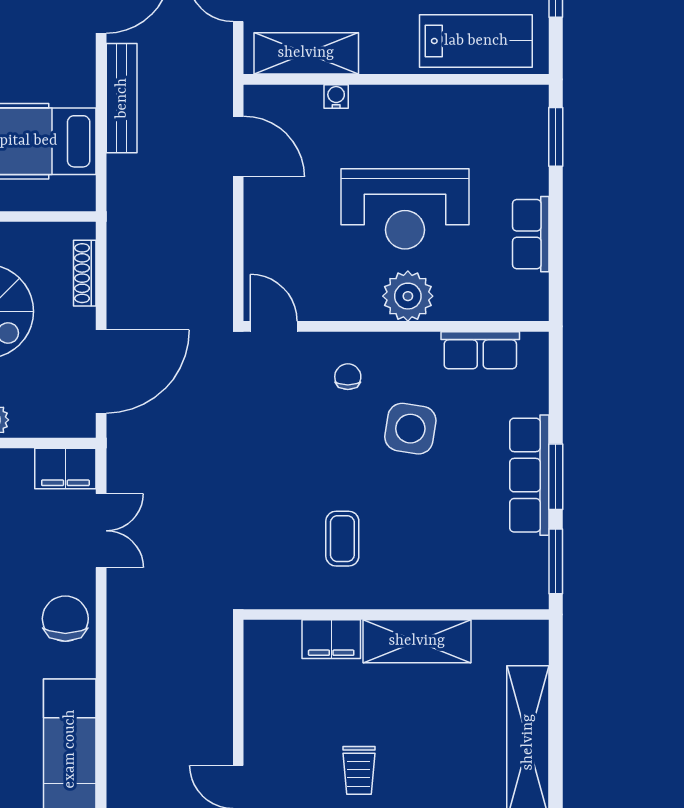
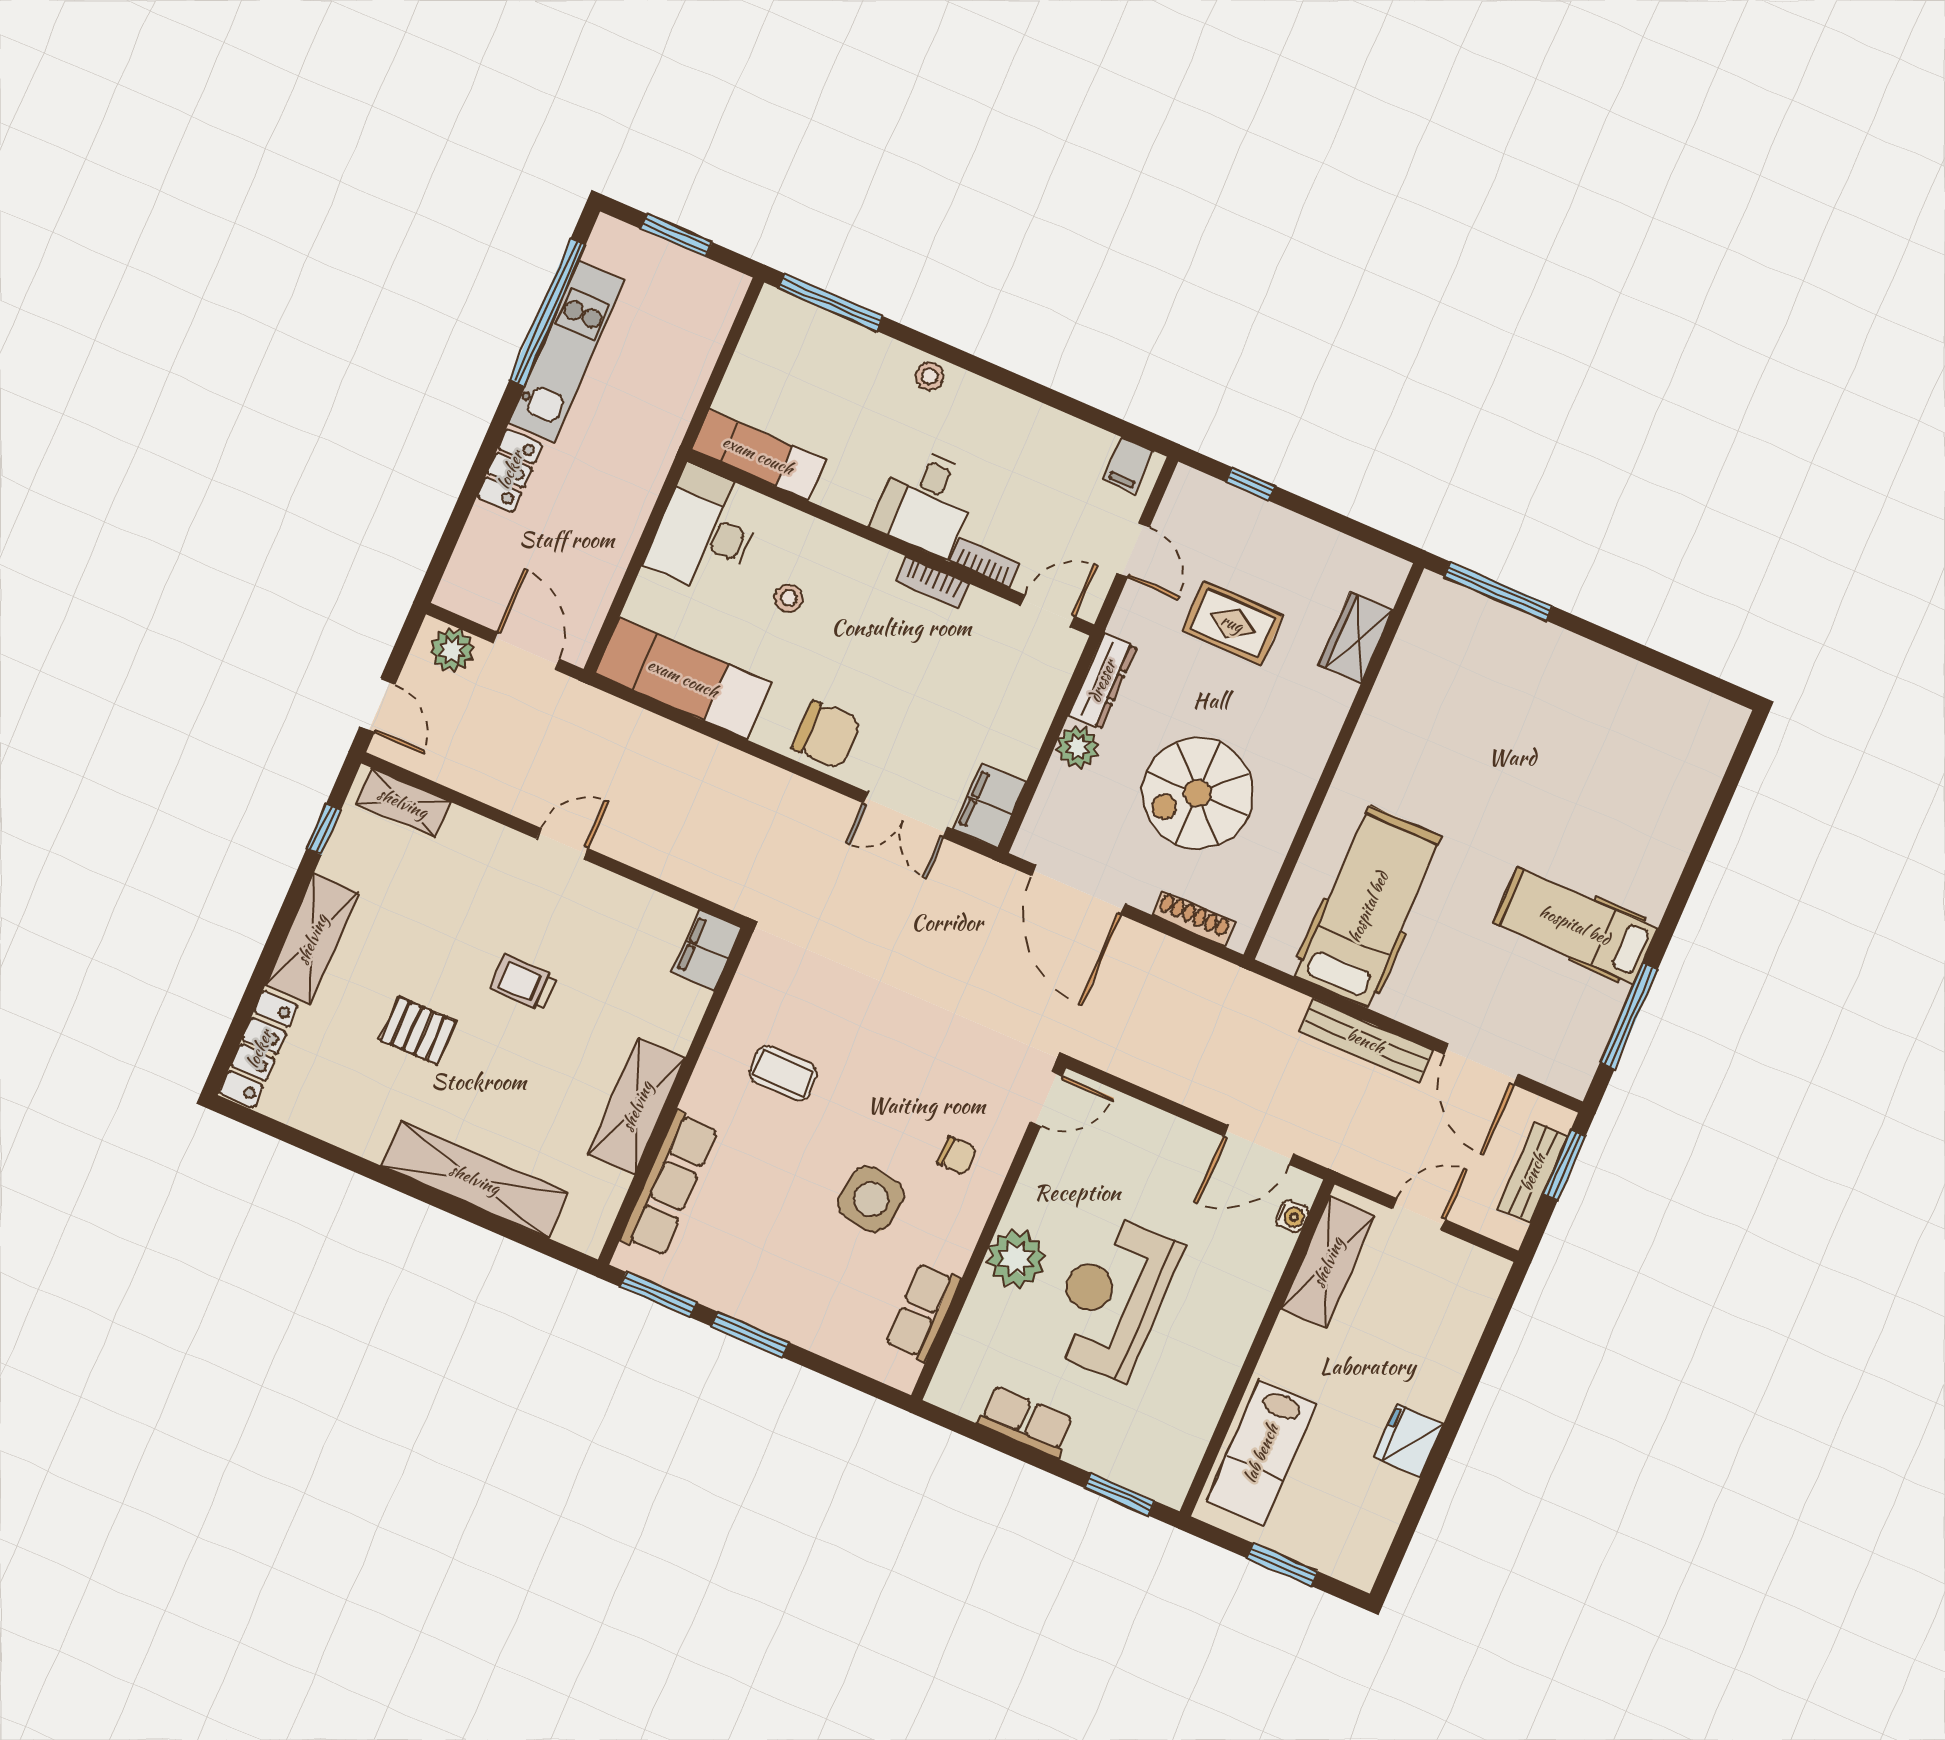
water cooler: (336, 96) -> (1292, 1216), moved
row of seats: (529, 475) -> (669, 1184), moved, turned 90
filing cabinet: (331, 639) -> (707, 950), moved

